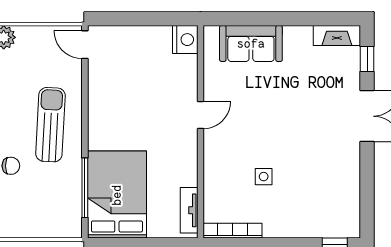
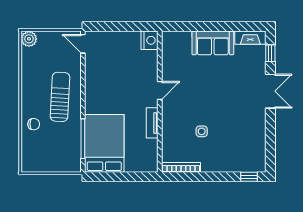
sofa: (251, 44) -> (213, 43), moved
tv unit: (189, 210) -> (152, 123), moved

